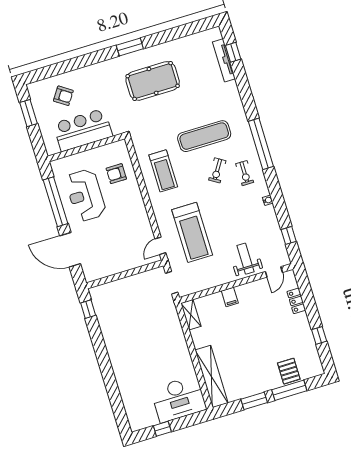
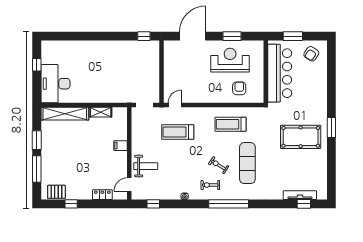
pool table: (153, 81) -> (301, 137), turned 90
armchair: (63, 96) -> (311, 54), moved
window: (29, 113) -> (293, 36), moved
bar counter: (83, 130) -> (280, 73), width x1.36
window: (56, 202) -> (232, 36), width x0.47
treadmill: (192, 232) -> (178, 132), width x0.73, depth x0.73
door: (160, 246) -> (175, 105), hinge flipped
door: (274, 272) -> (129, 184), hinge flipped
shelving: (191, 315) -> (101, 112), moved
pallet: (289, 371) -> (56, 192), moved

